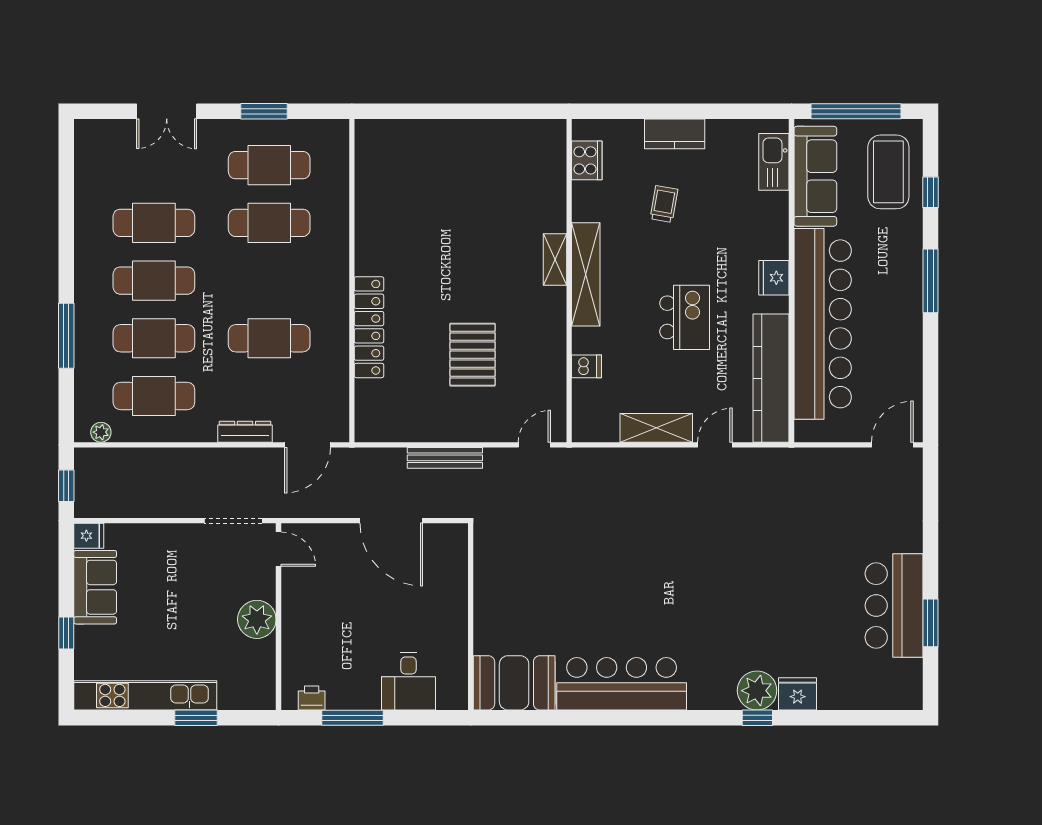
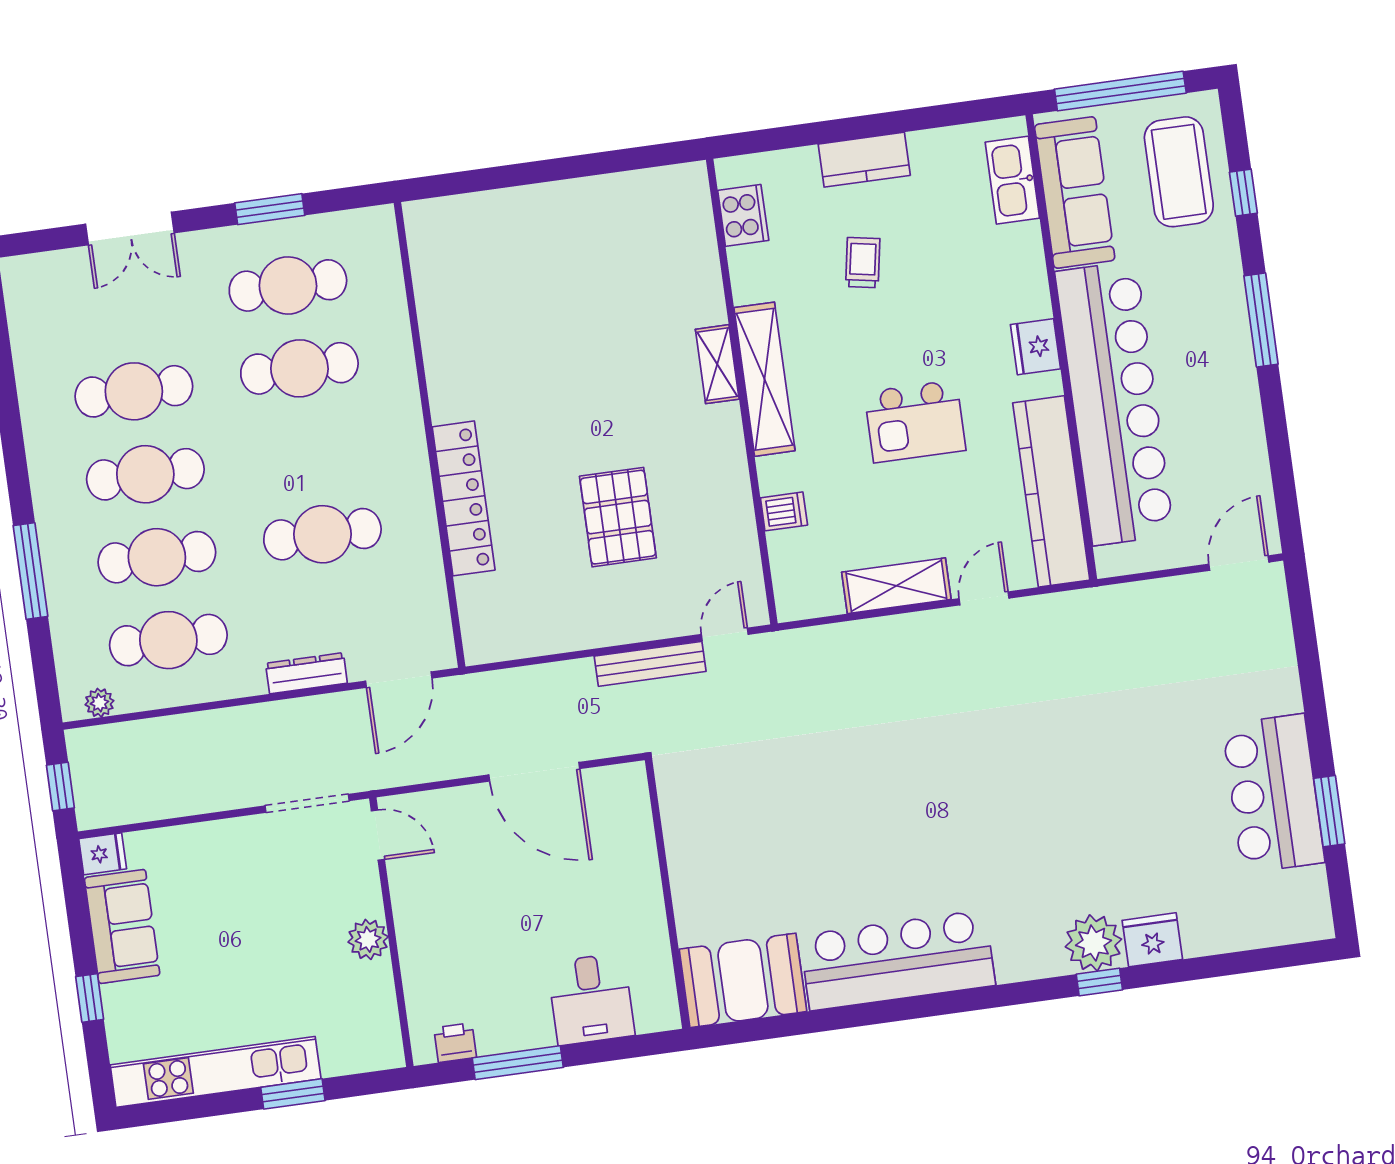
kitchen island: (685, 317) -> (915, 421), turned 90
bench: (445, 458) -> (650, 664), moved
plant: (257, 619) -> (368, 939), width x0.73, depth x0.73

